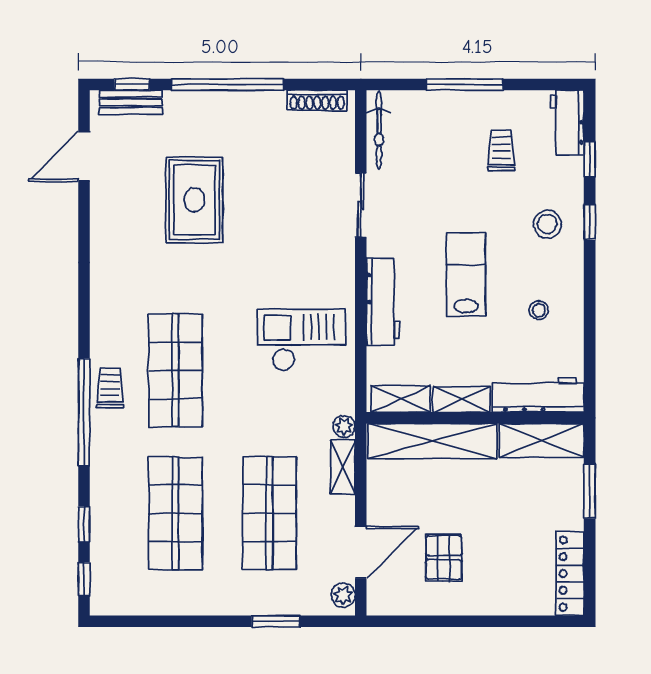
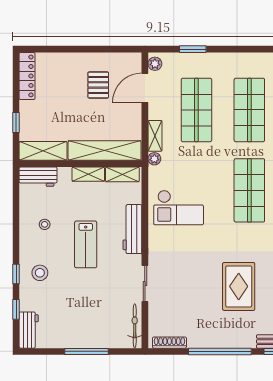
trolley: (501, 150) -> (66, 314), removed
workbench: (538, 395) -> (38, 177), width x0.73
window: (590, 491) -> (16, 122), width x0.67

